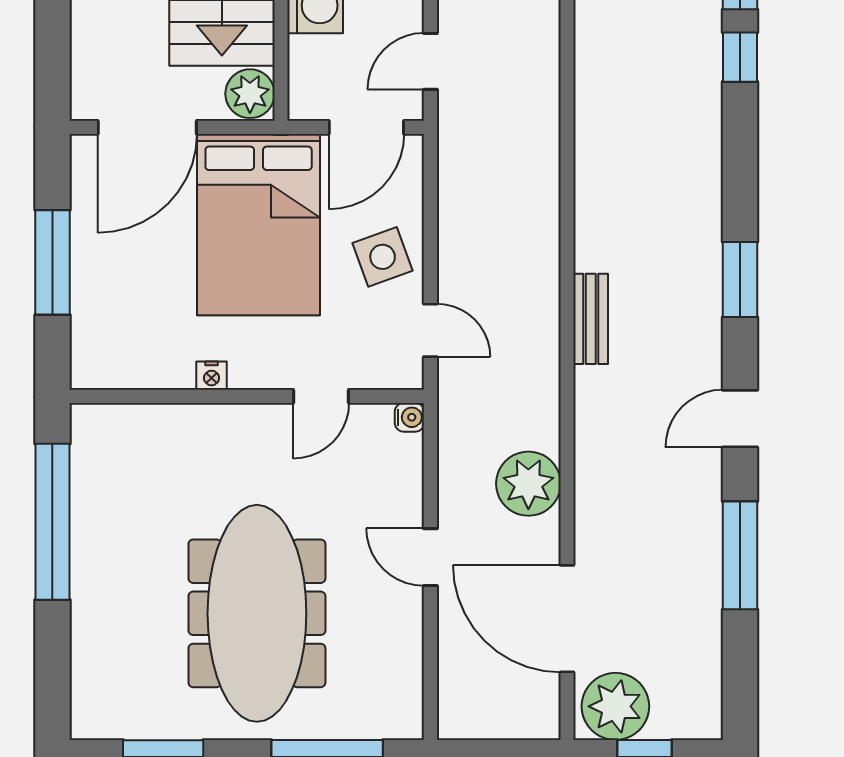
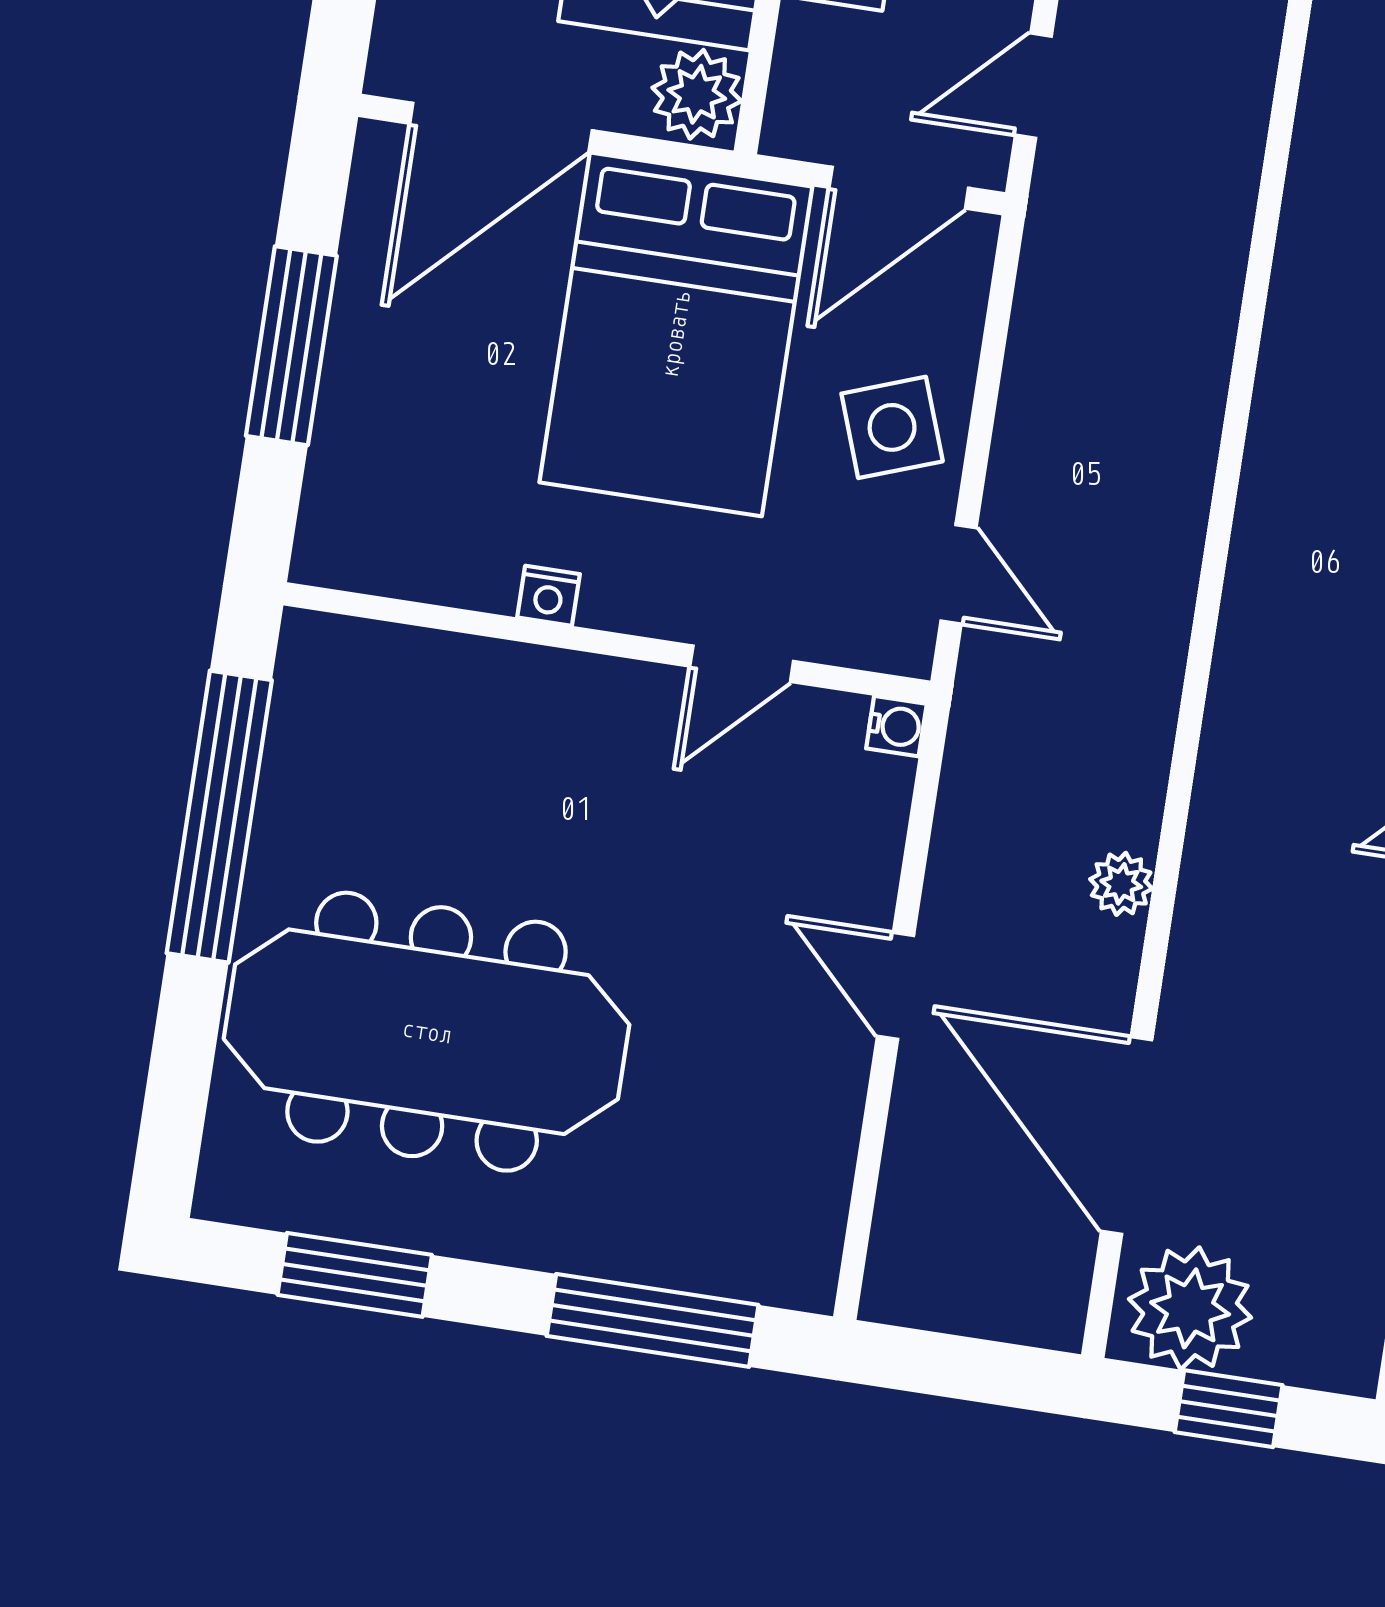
bench: (591, 319) -> (1253, 598), removed
plant: (528, 484) -> (1121, 884), width x0.53, depth x0.53
meeting table: (257, 613) -> (427, 1032), moved, turned 90

